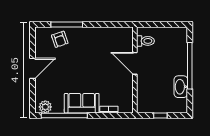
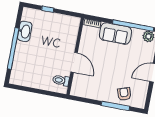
toilet: (145, 41) -> (61, 80), moved
door: (135, 63) -> (74, 62), moved
wall: (135, 70) -> (75, 56), moved

